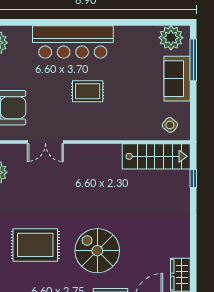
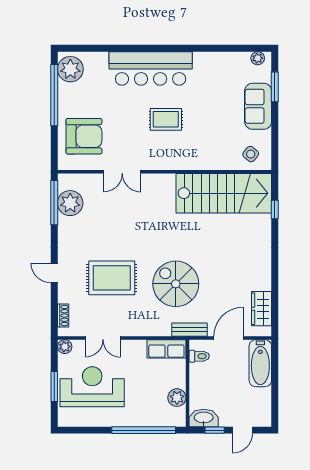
plant: (171, 38) -> (258, 58), width x0.53, depth x0.53
window: (193, 60) -> (275, 87), width x0.69
stairs: (156, 156) -> (224, 193), width x1.36, depth x1.51

